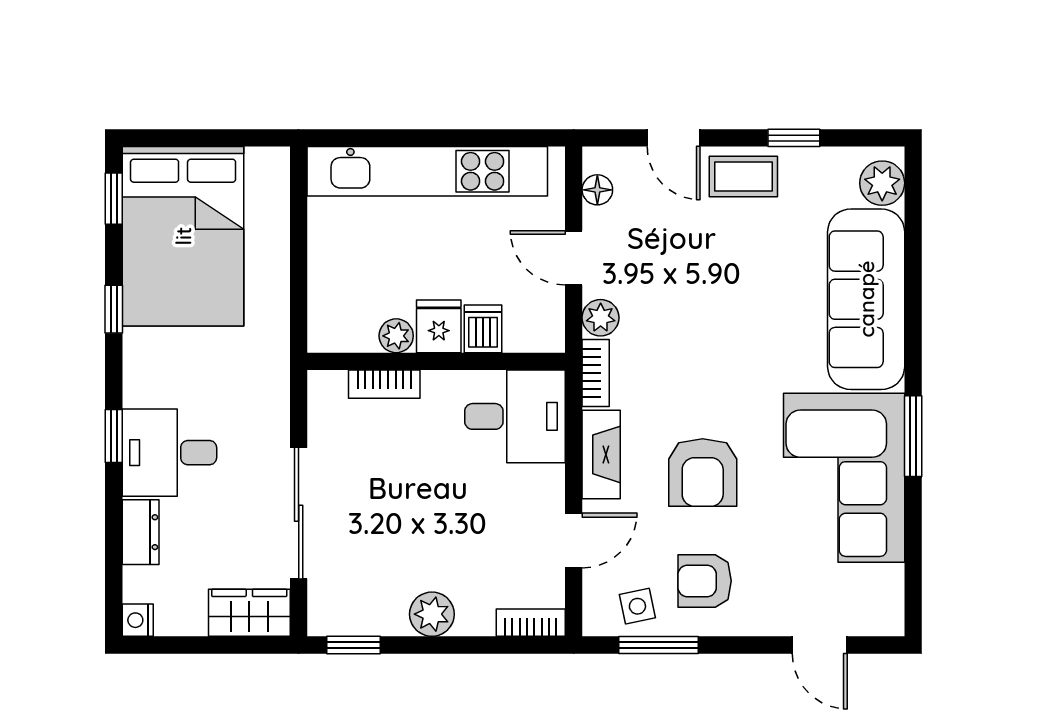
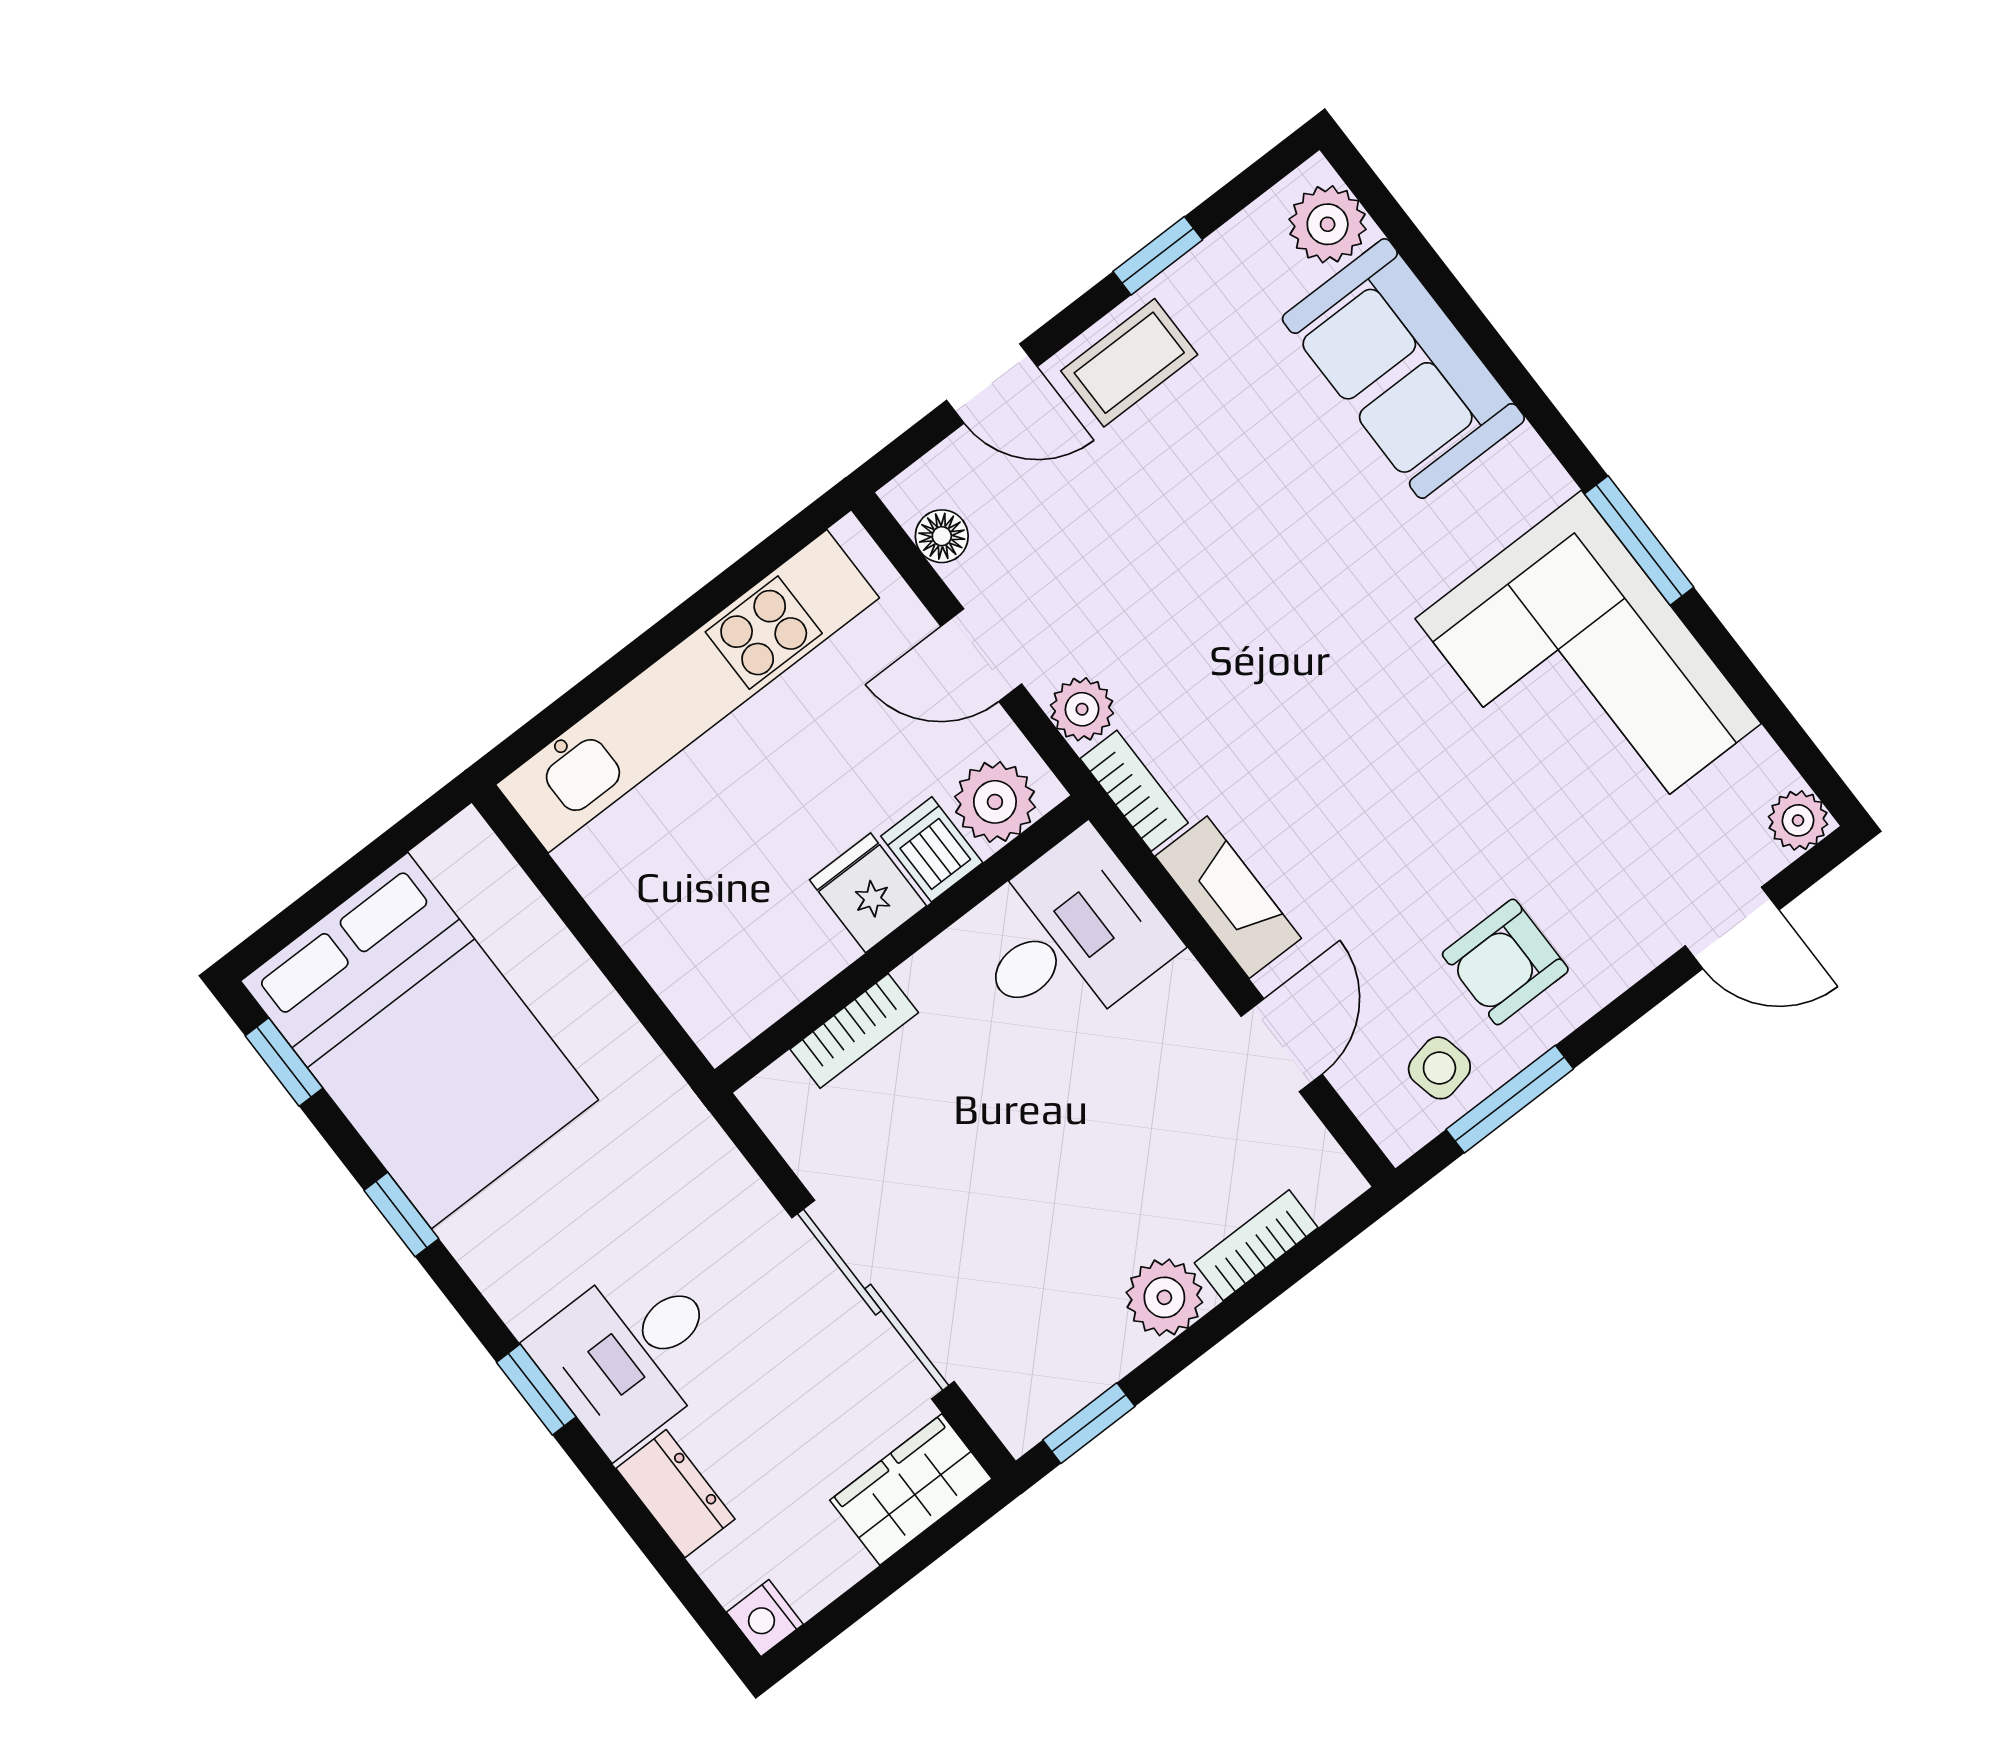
sofa: (866, 299) -> (1403, 369), width x0.73
plant: (396, 336) -> (995, 802), moved, width x1.38, depth x1.38
armchair: (703, 472) -> (1387, 814), removed
plant: (887, 619) -> (1798, 820), added
bookcase: (531, 623) -> (1256, 1245), moved

